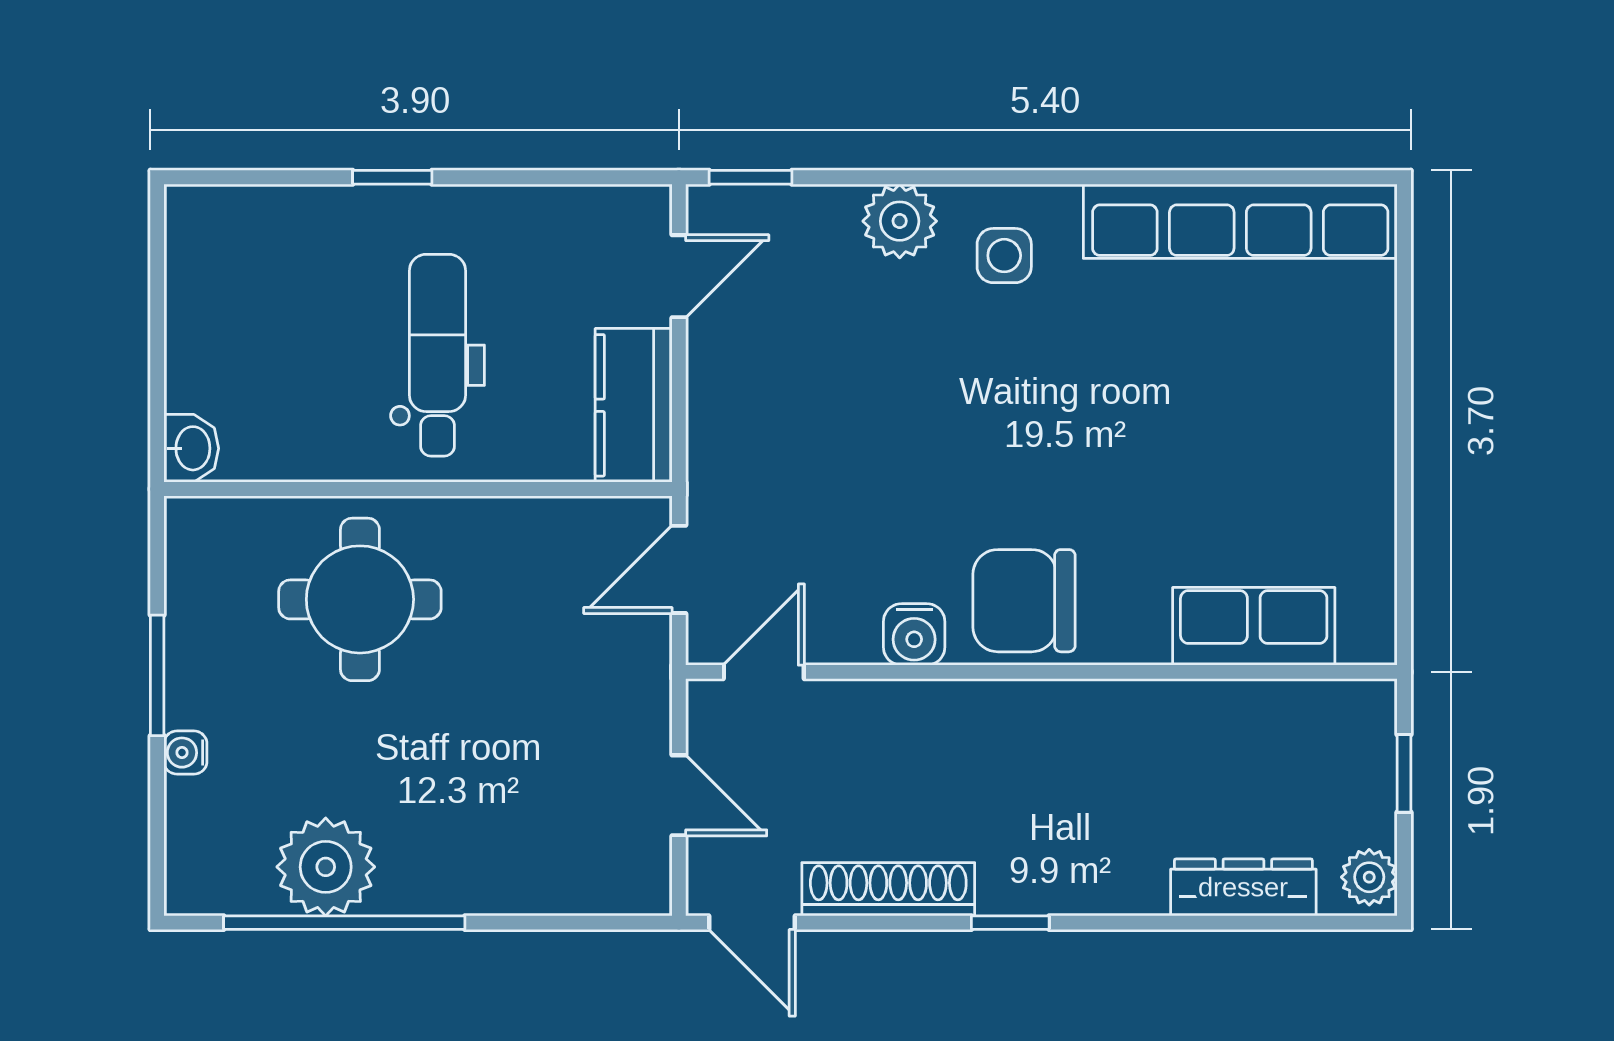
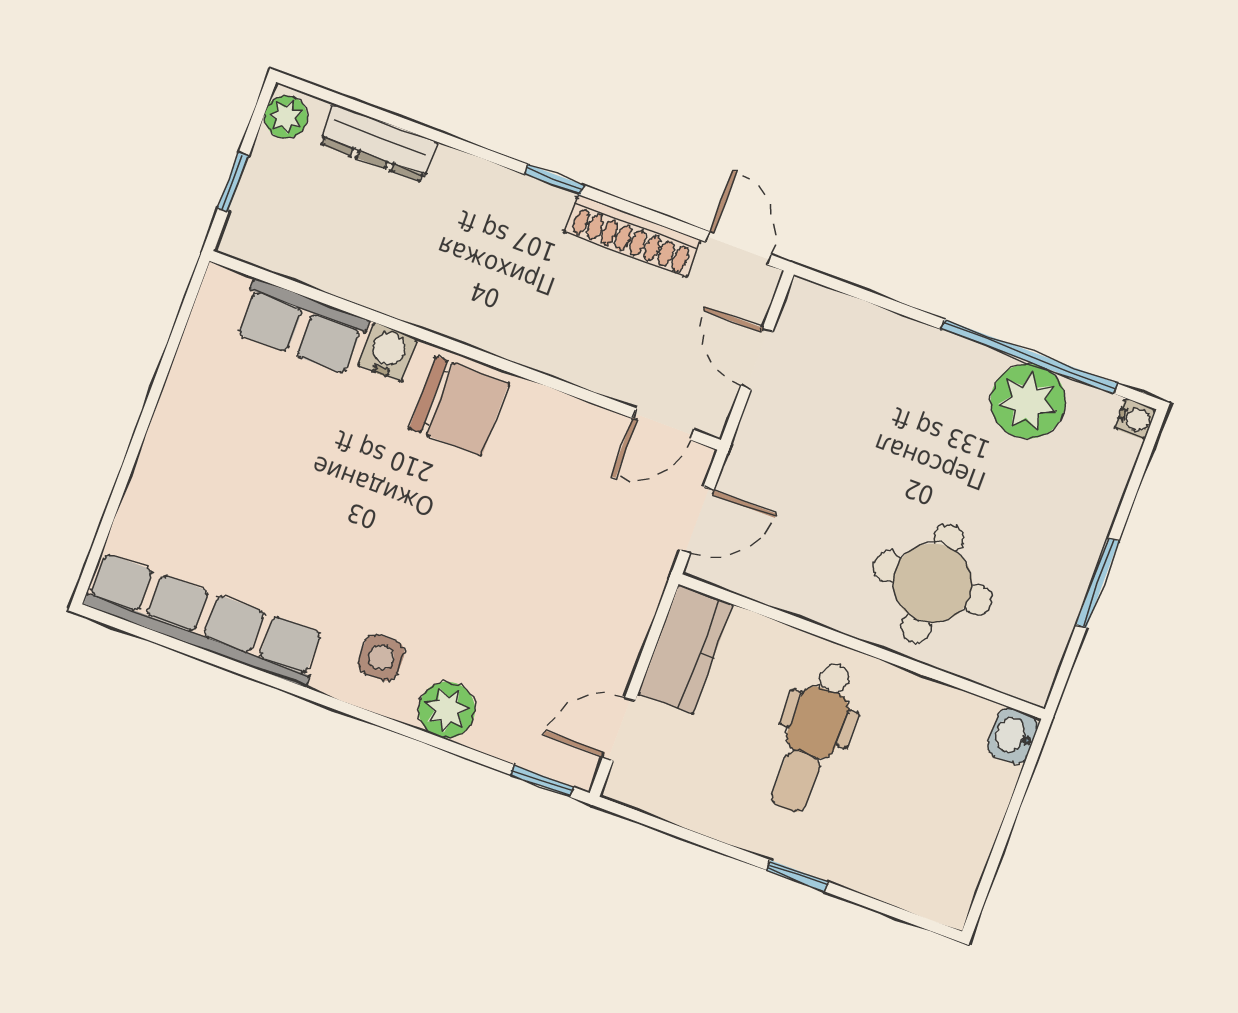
water cooler: (914, 634) -> (388, 352), moved
water cooler: (185, 753) -> (1135, 419), moved

